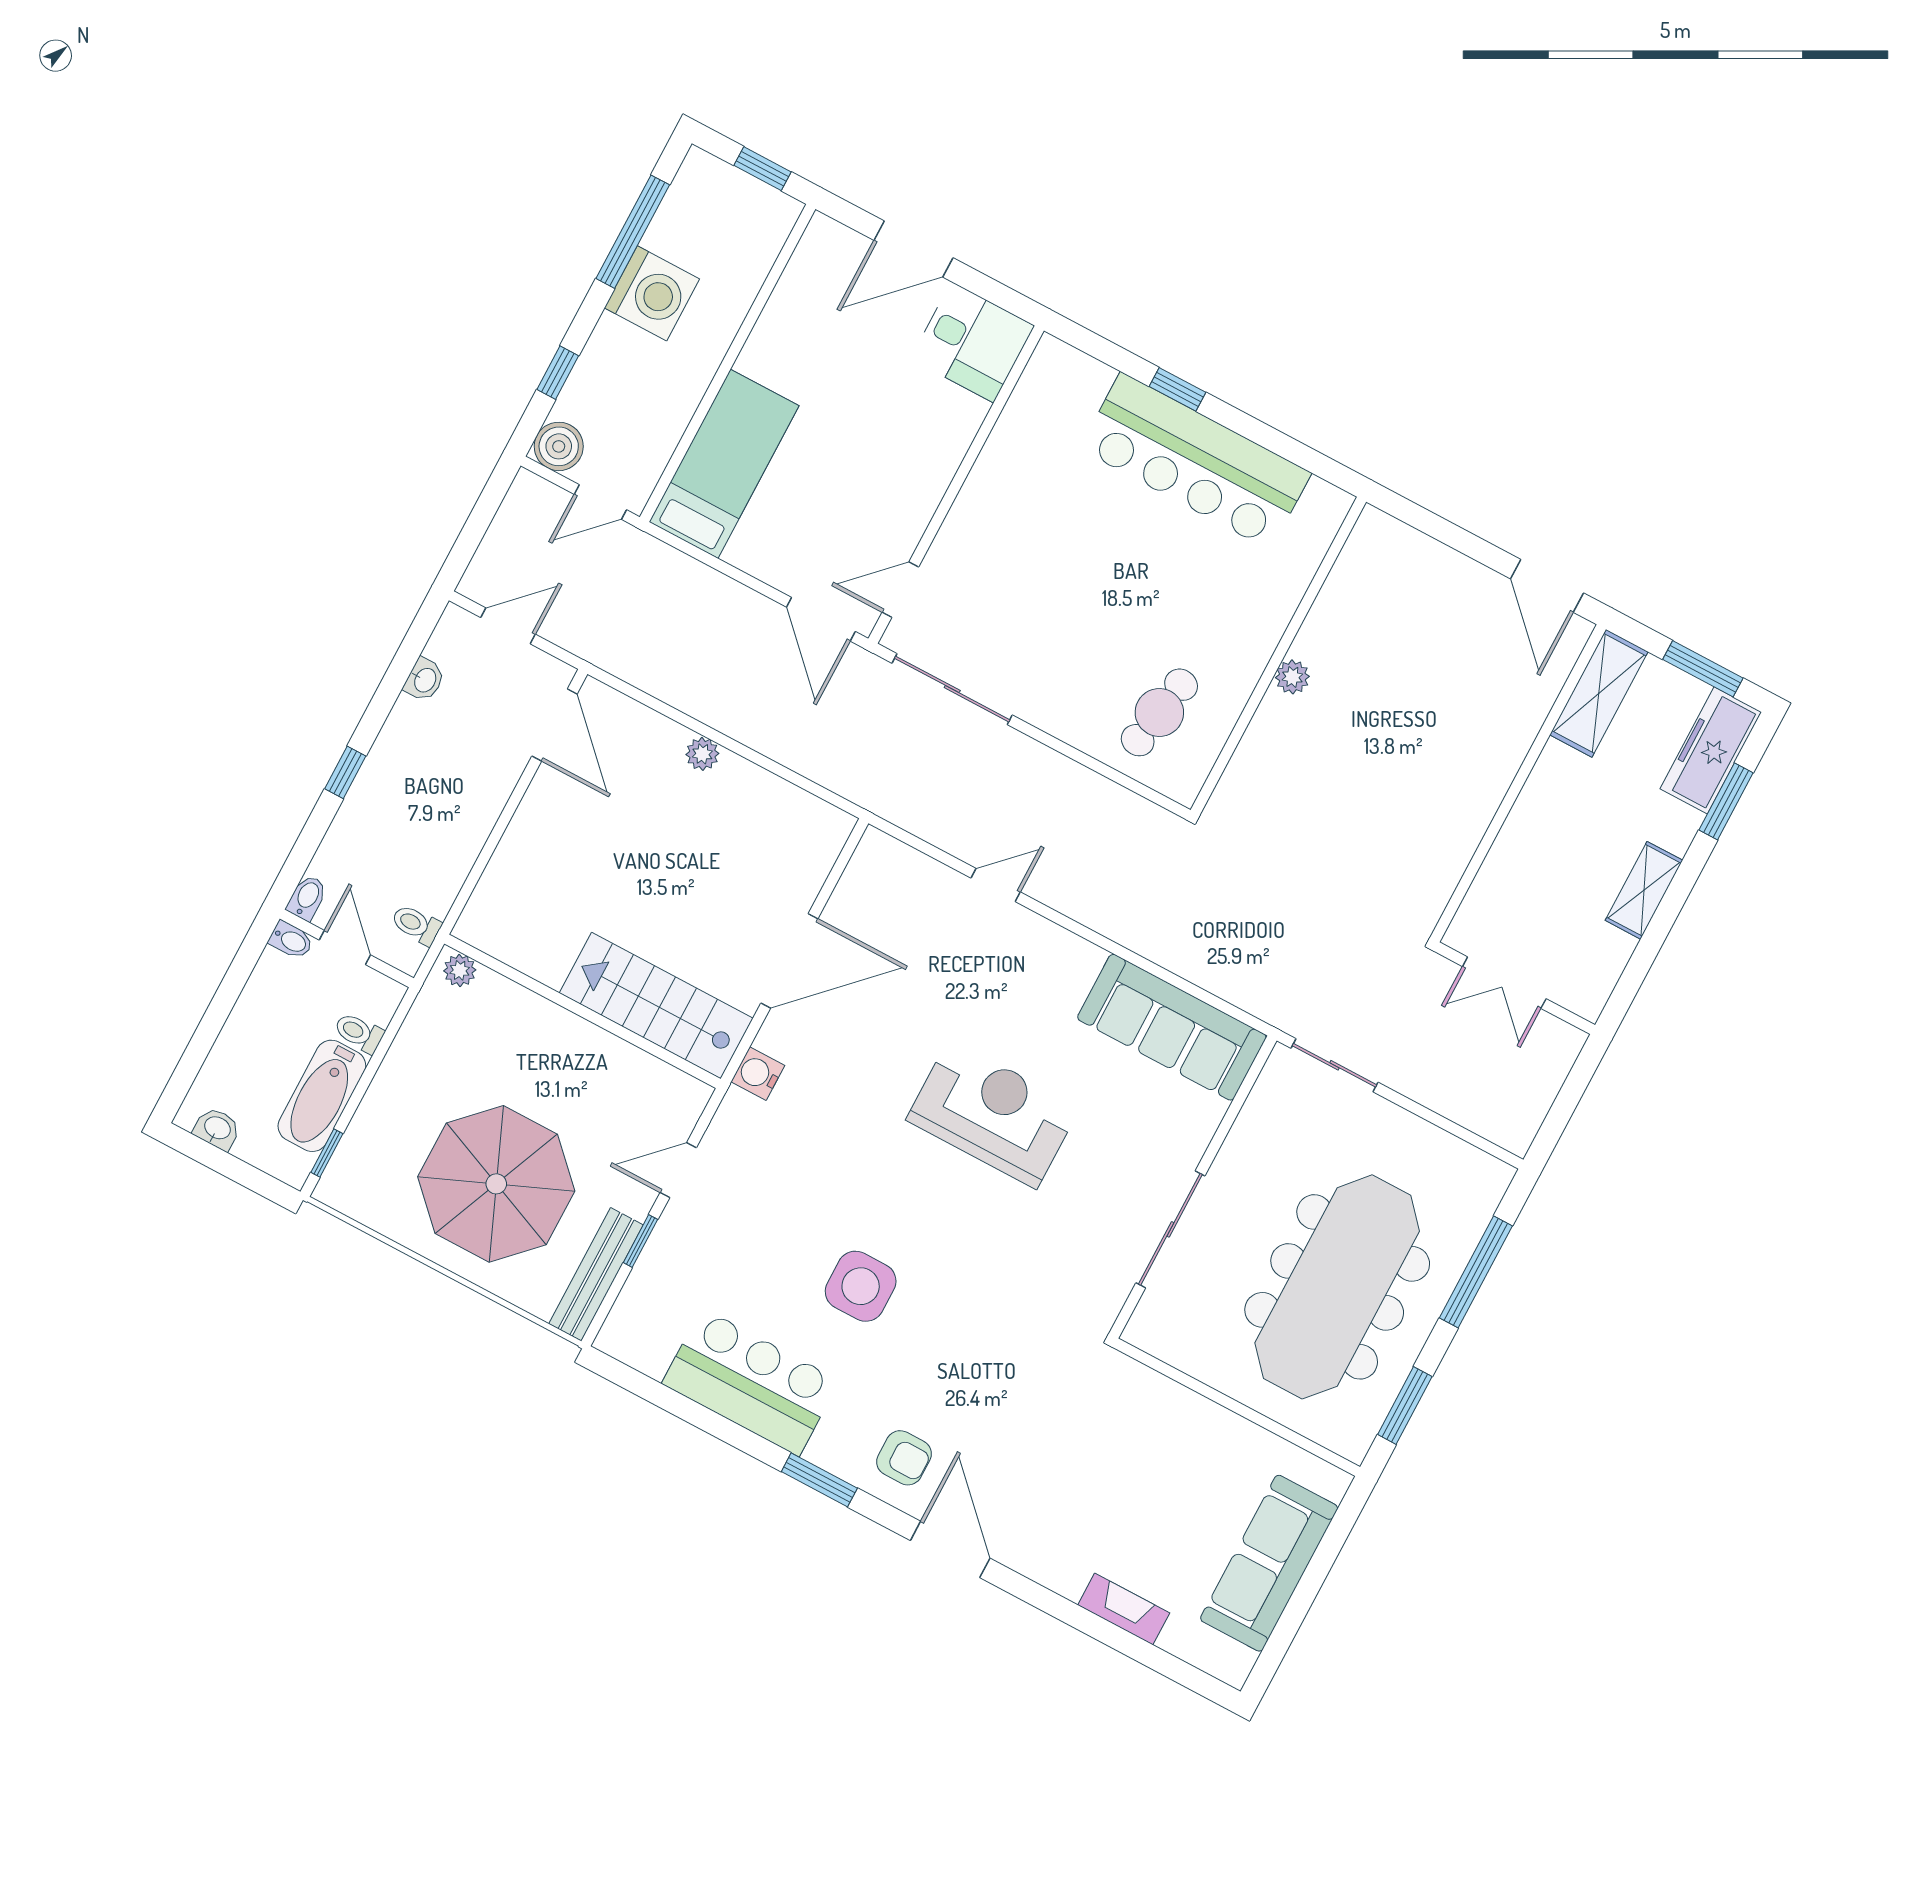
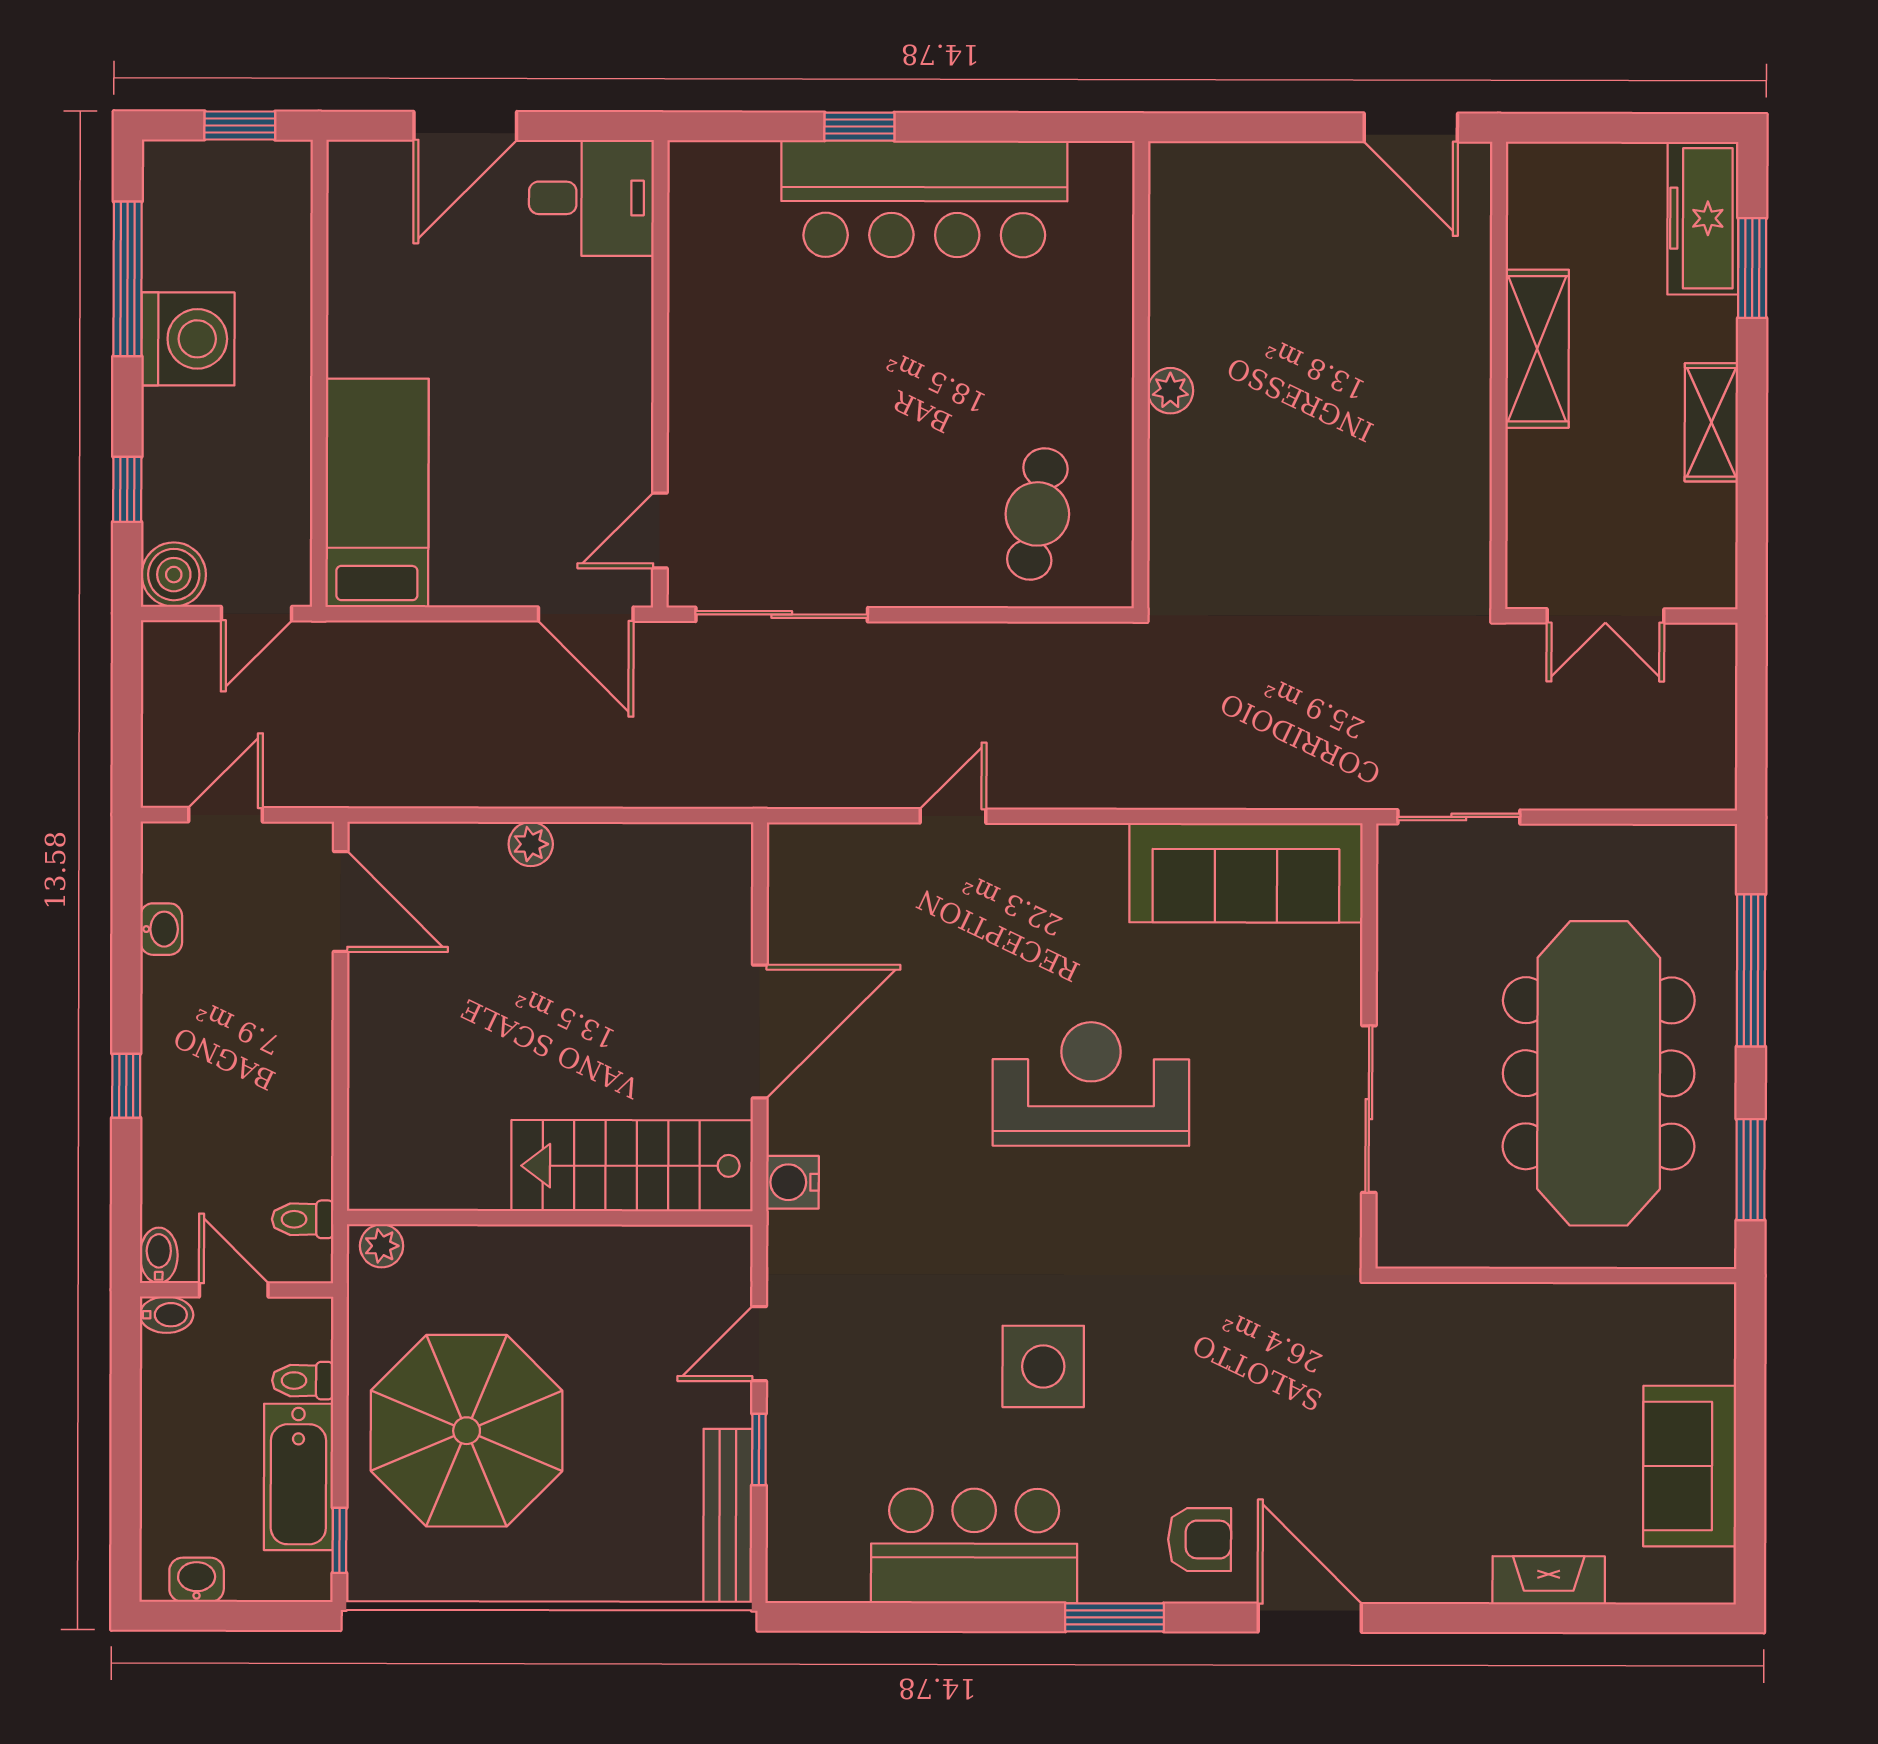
window: (1703, 669) -> (1643, 128), removed
shelving: (1599, 693) -> (1537, 349), moved
parasol: (496, 1184) -> (467, 1431), moved
sofa: (1269, 1563) -> (1690, 1466), width x0.73

